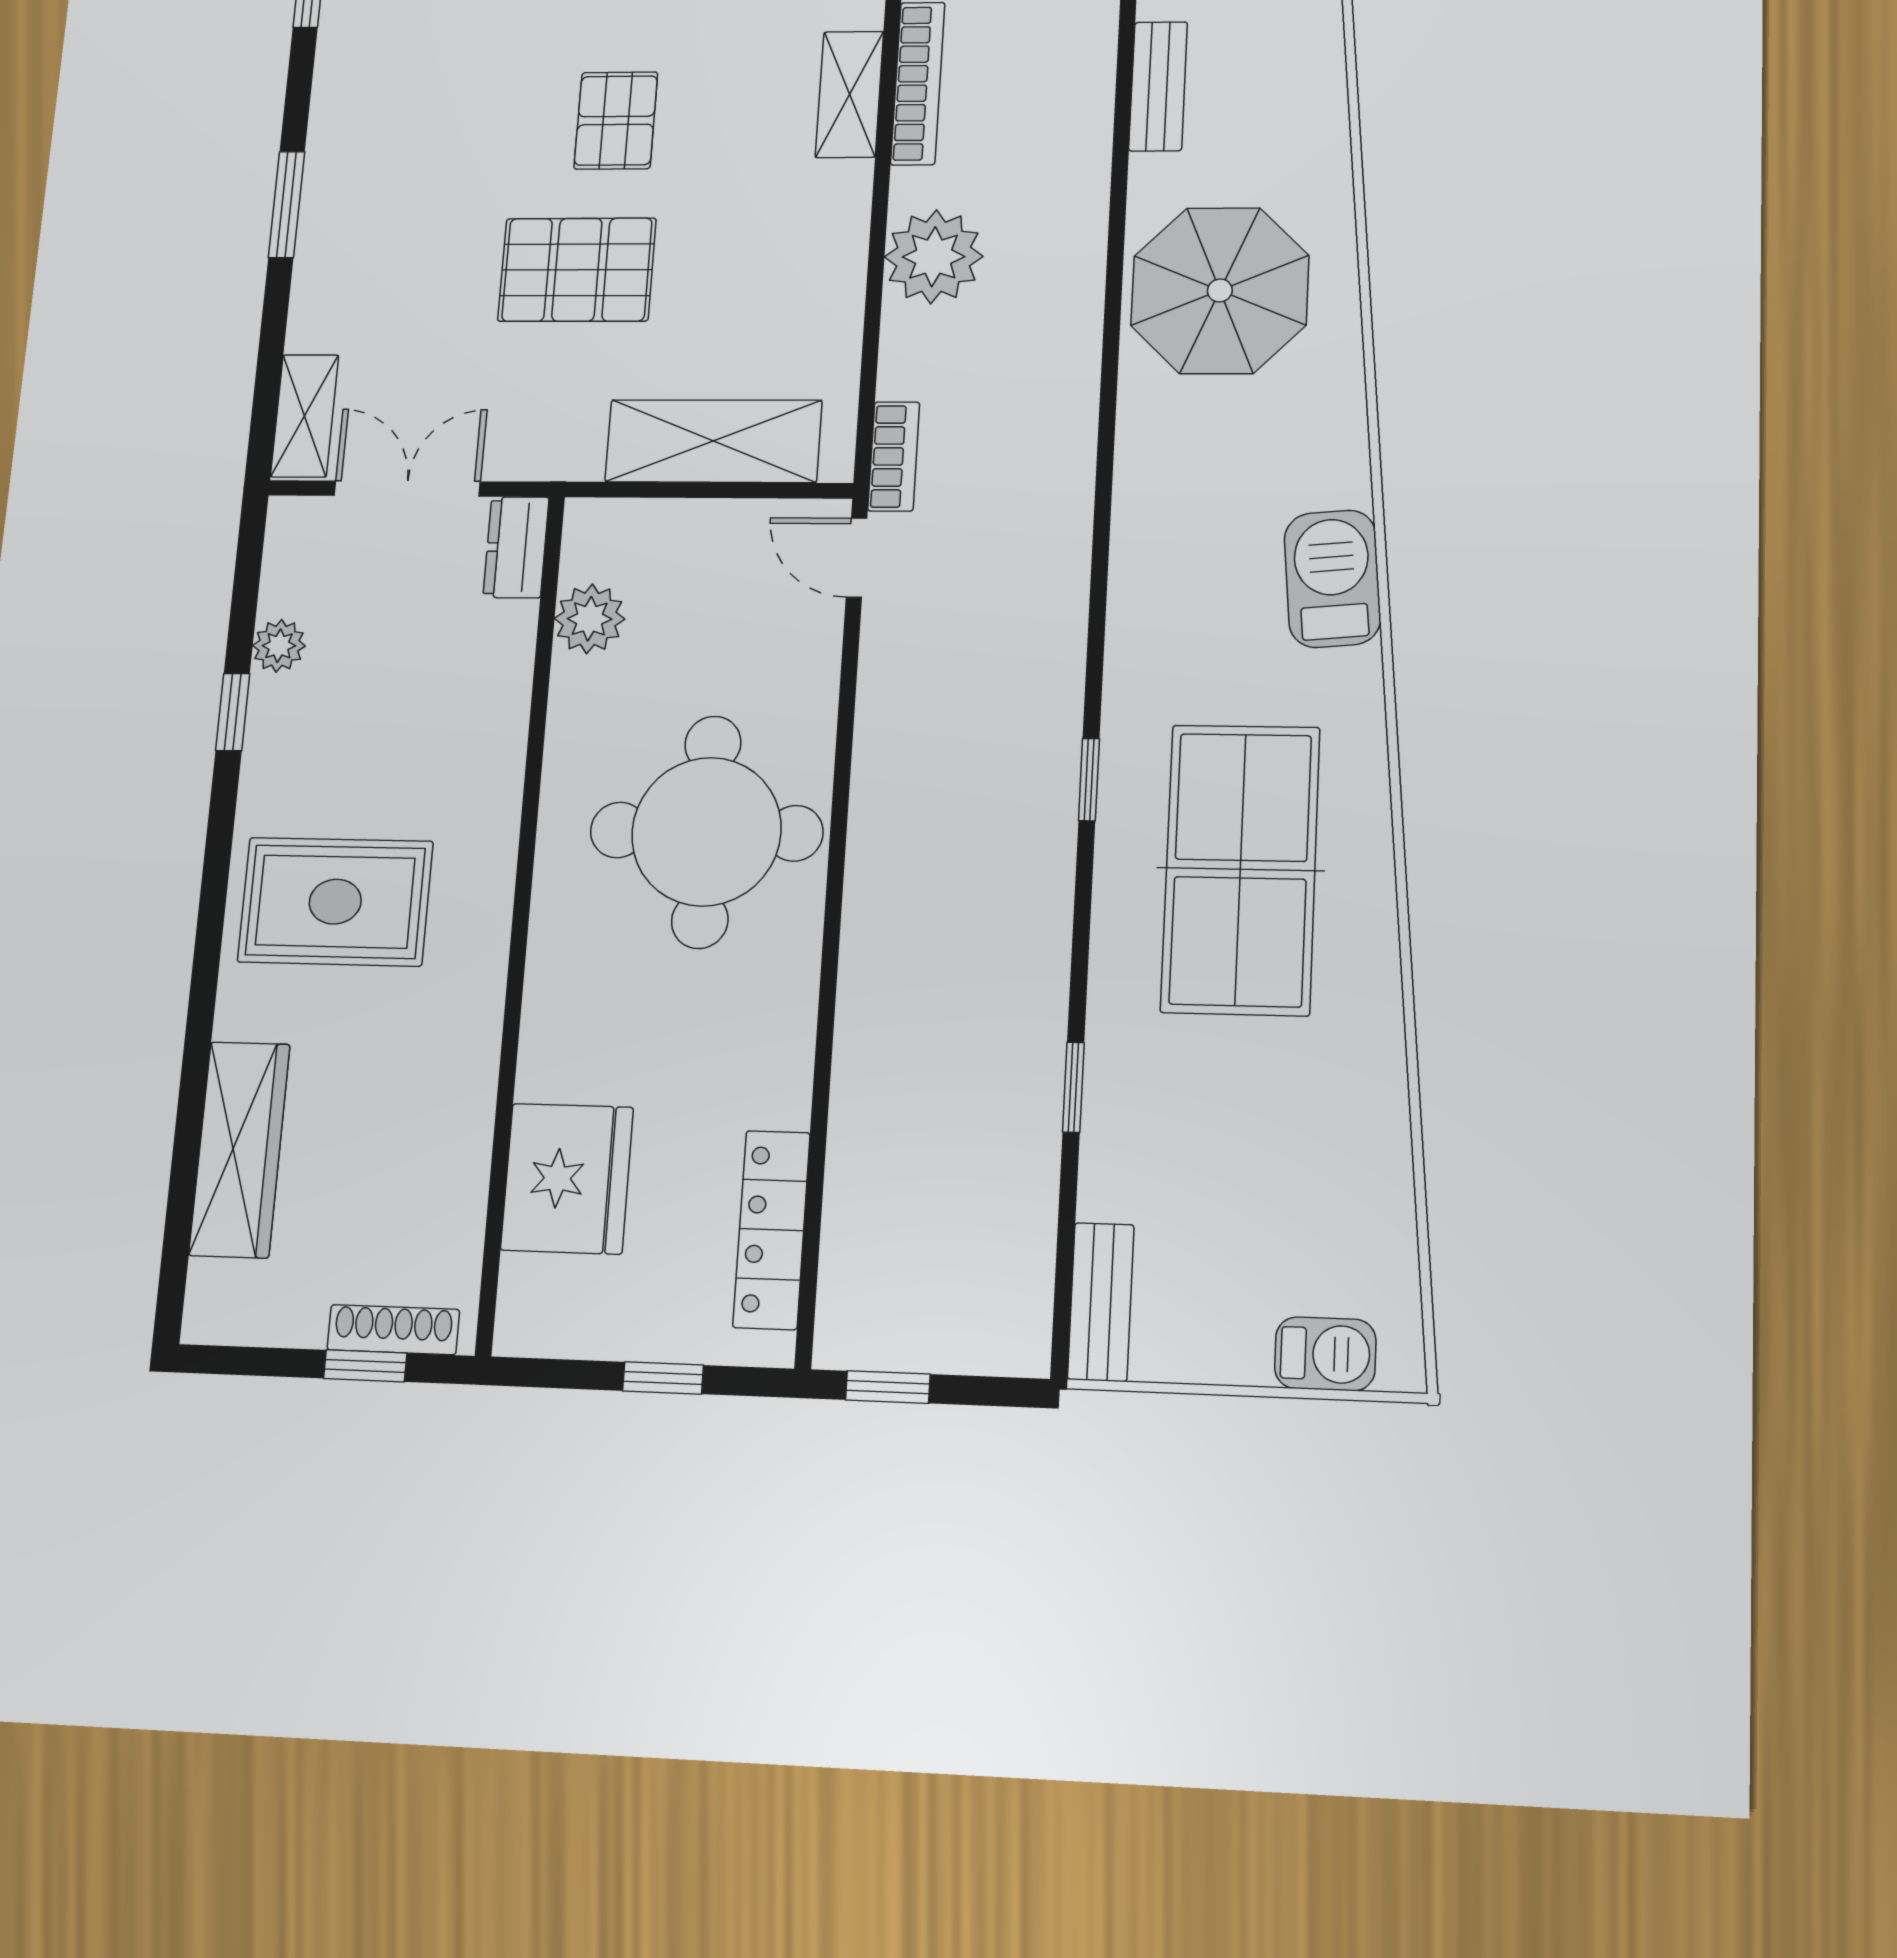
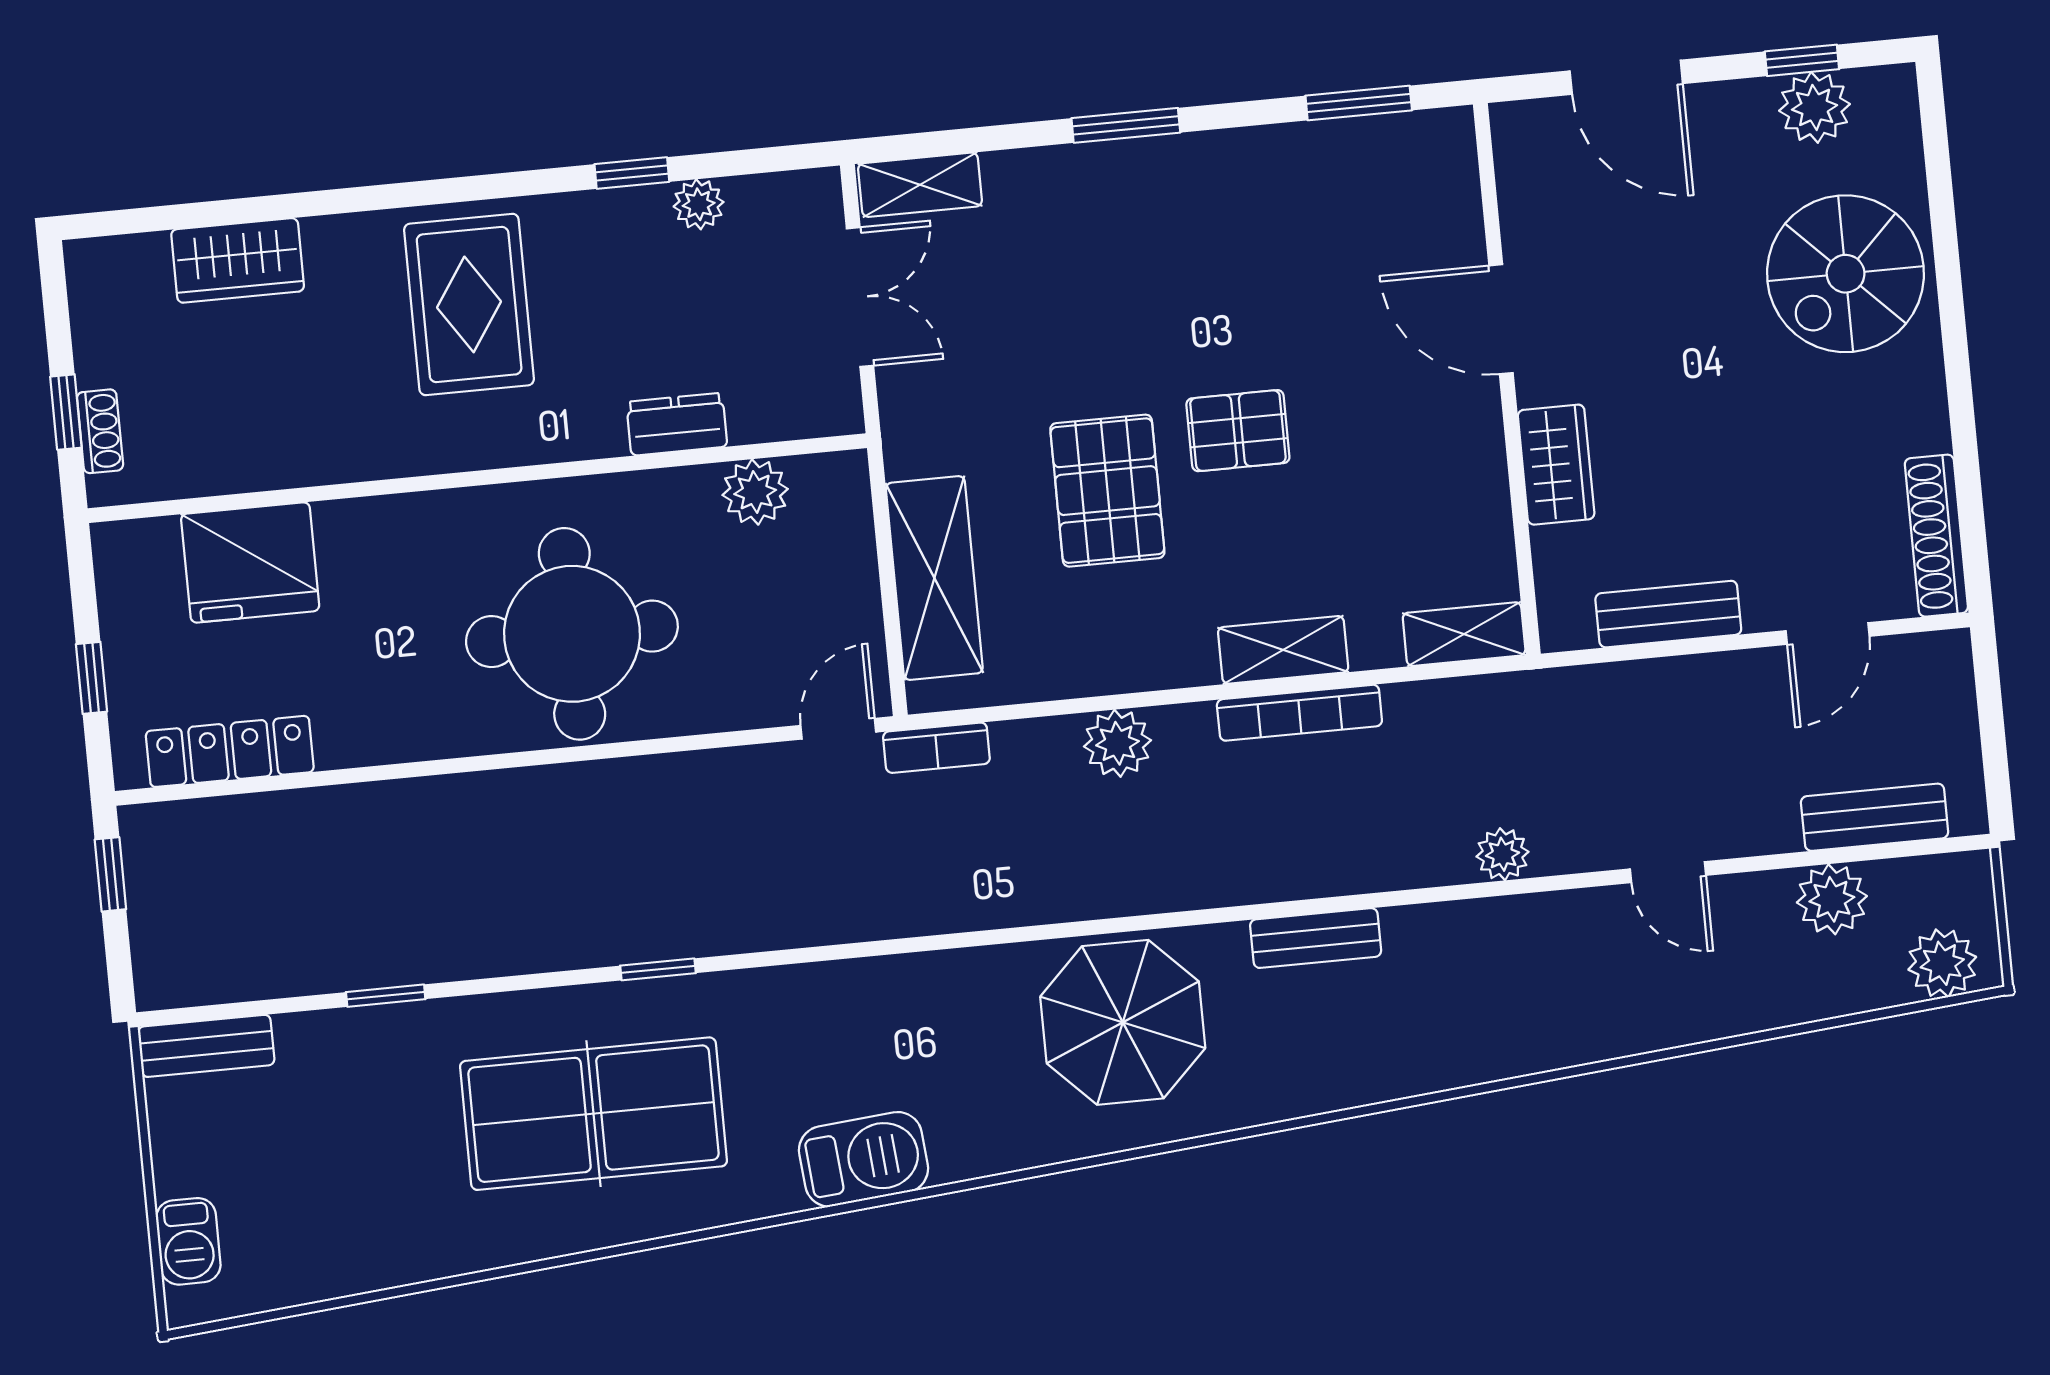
plant: (934, 257) -> (1117, 743), width x0.73, depth x0.73
pallet: (577, 270) -> (1107, 491), moved
dresser: (516, 547) -> (677, 424), moved
wardrobe: (239, 1149) -> (238, 260), width x0.67
shoe rack: (393, 1330) -> (100, 431), width x0.70

